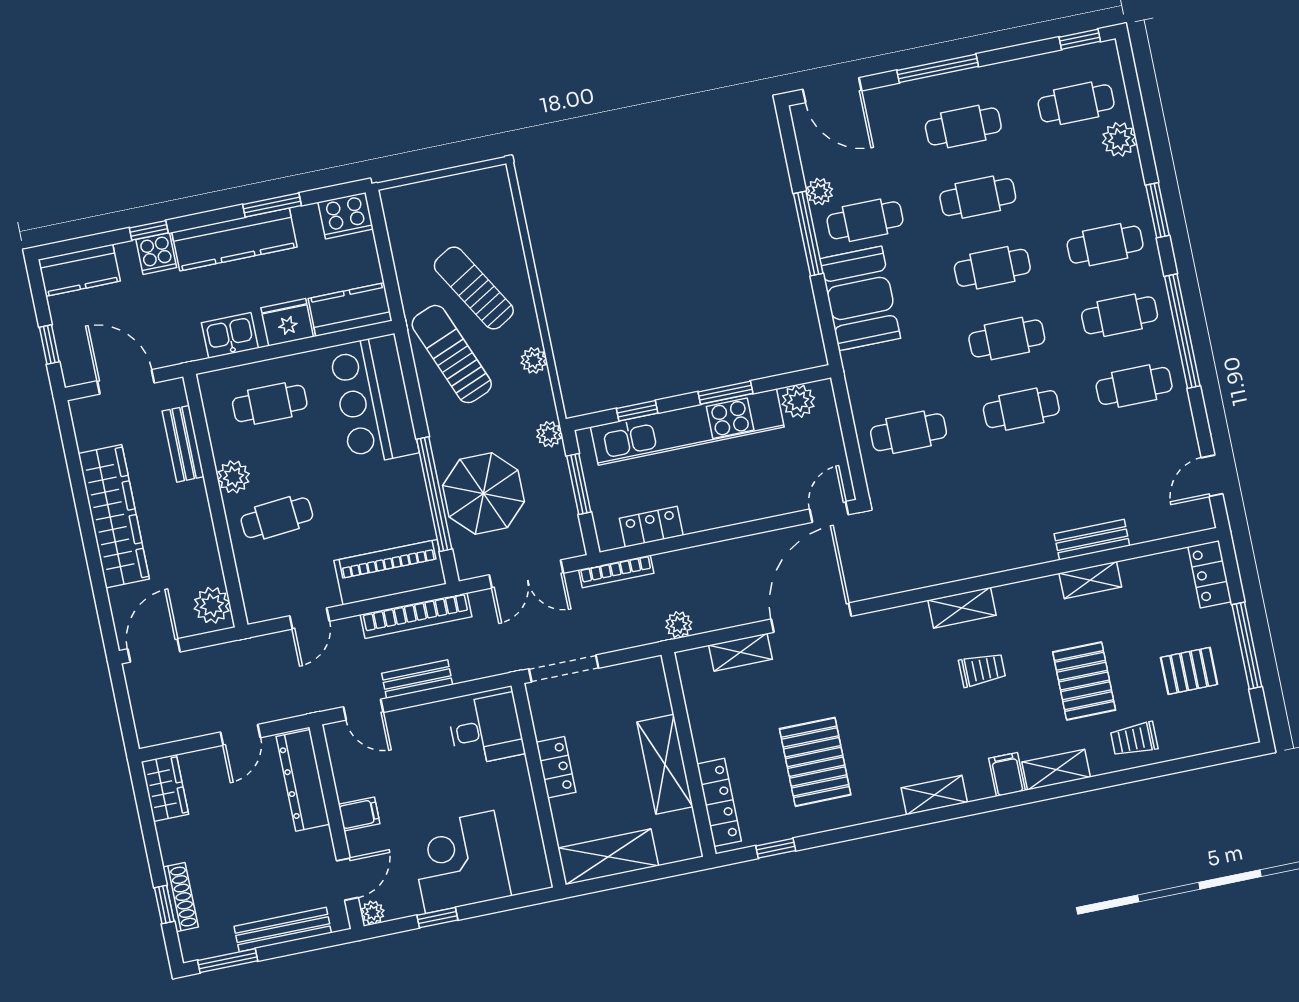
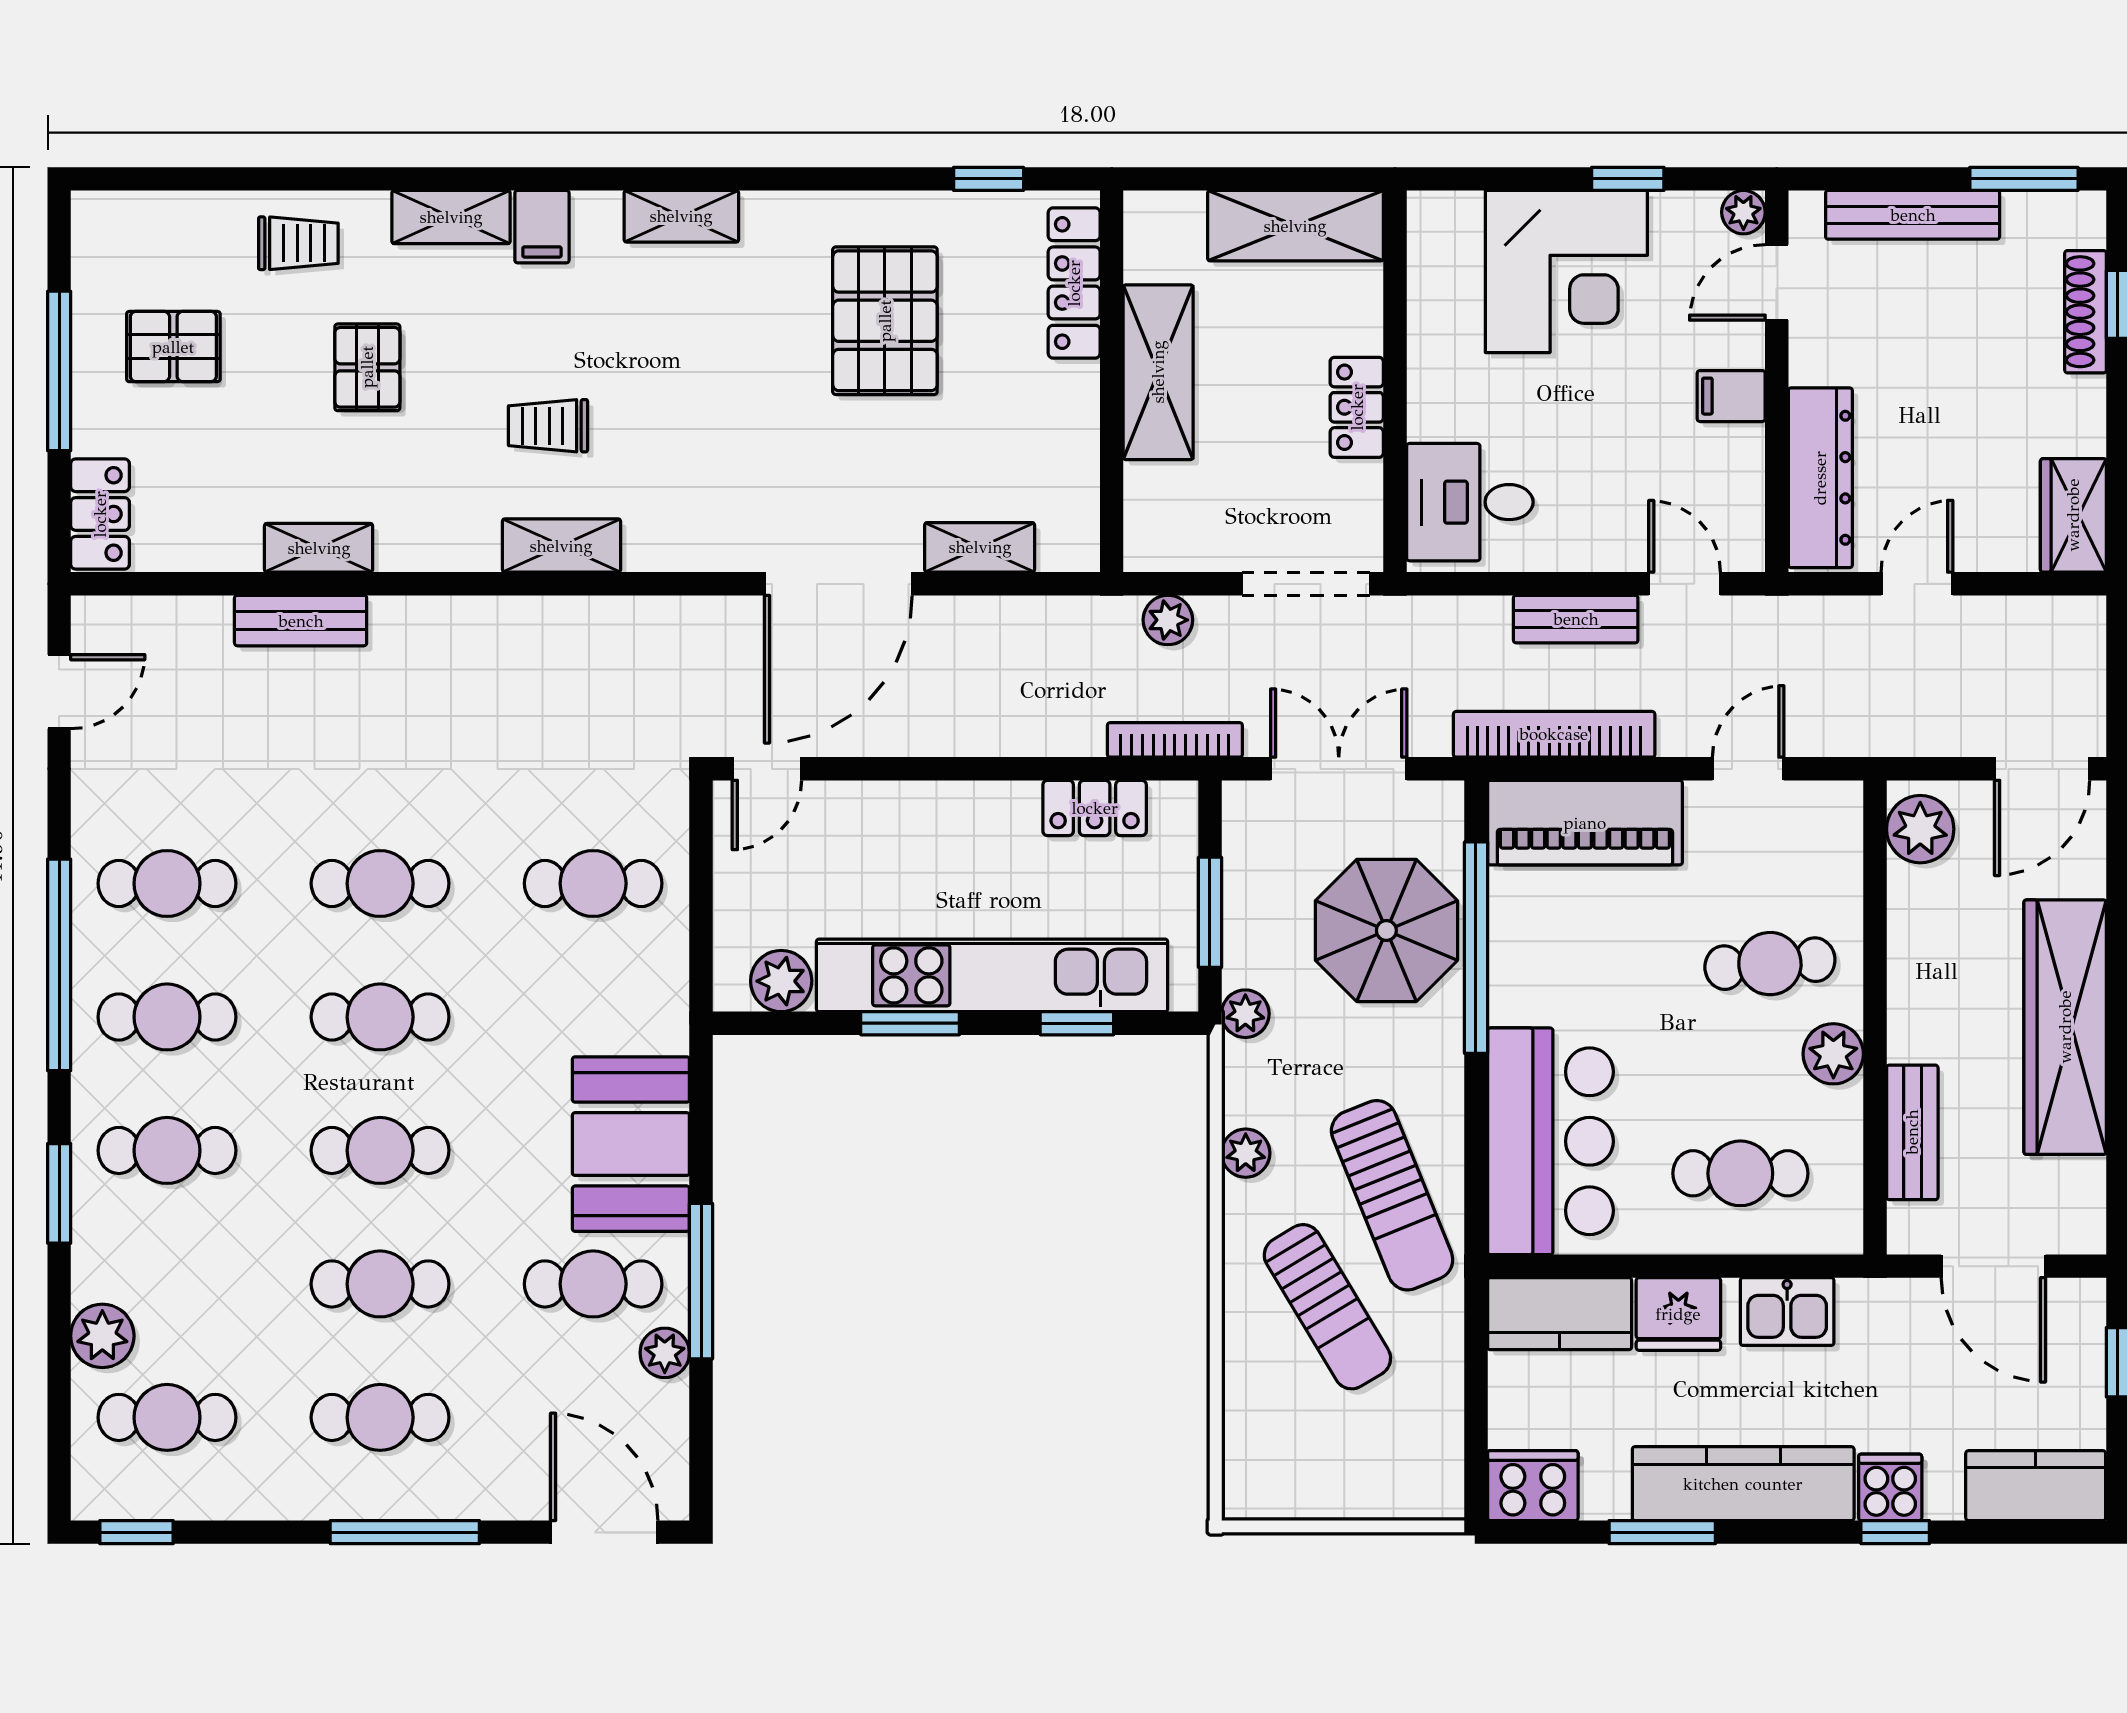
plant: (679, 625) -> (1168, 620), moved
pallet: (1084, 681) -> (367, 367), width x0.67, depth x0.71

